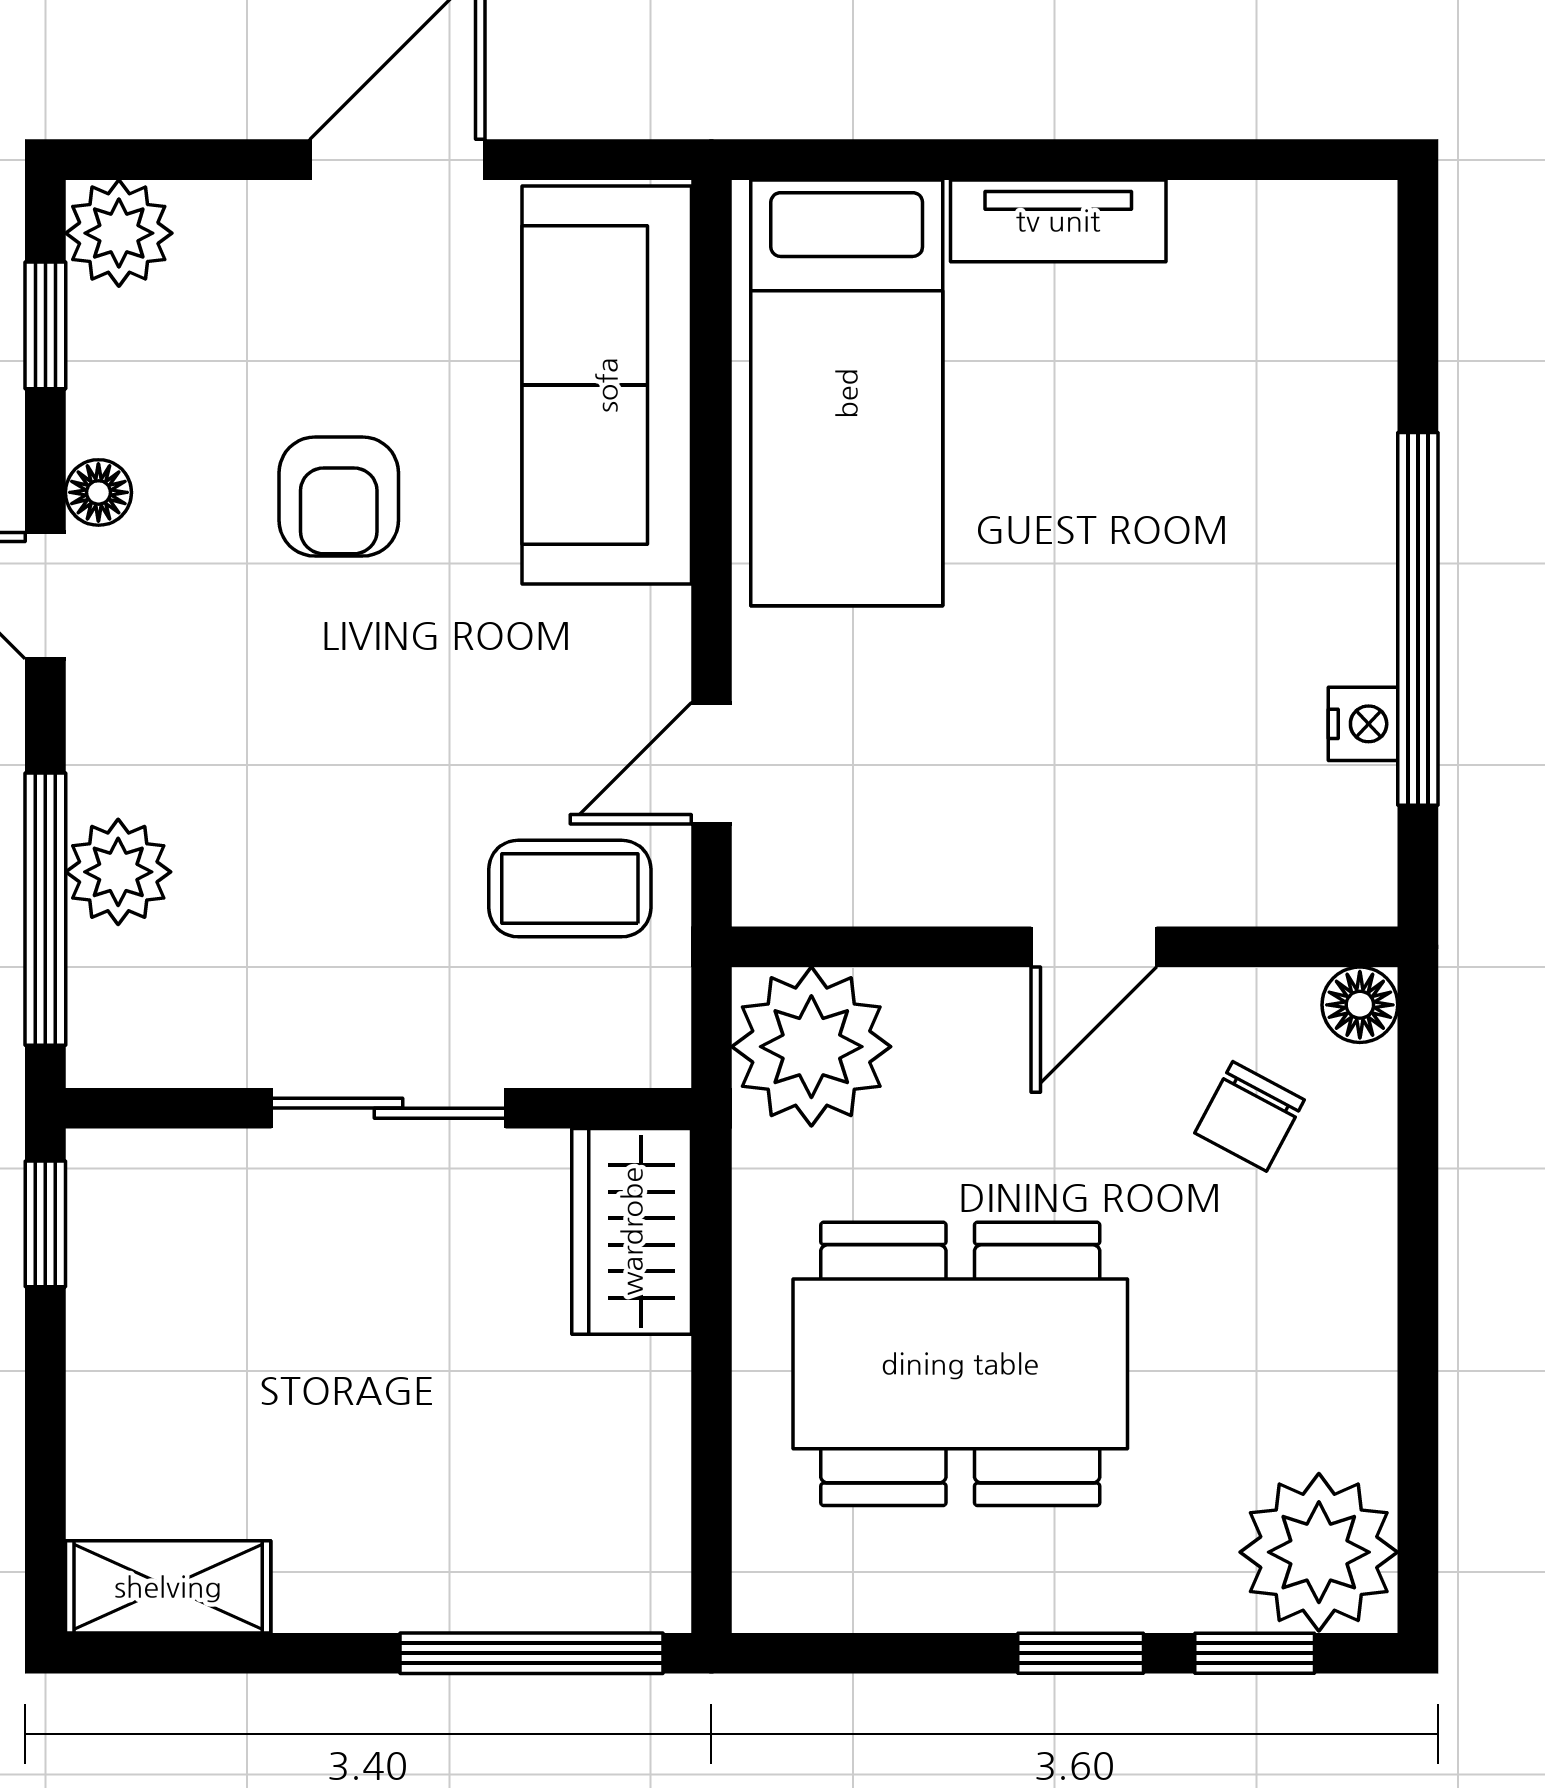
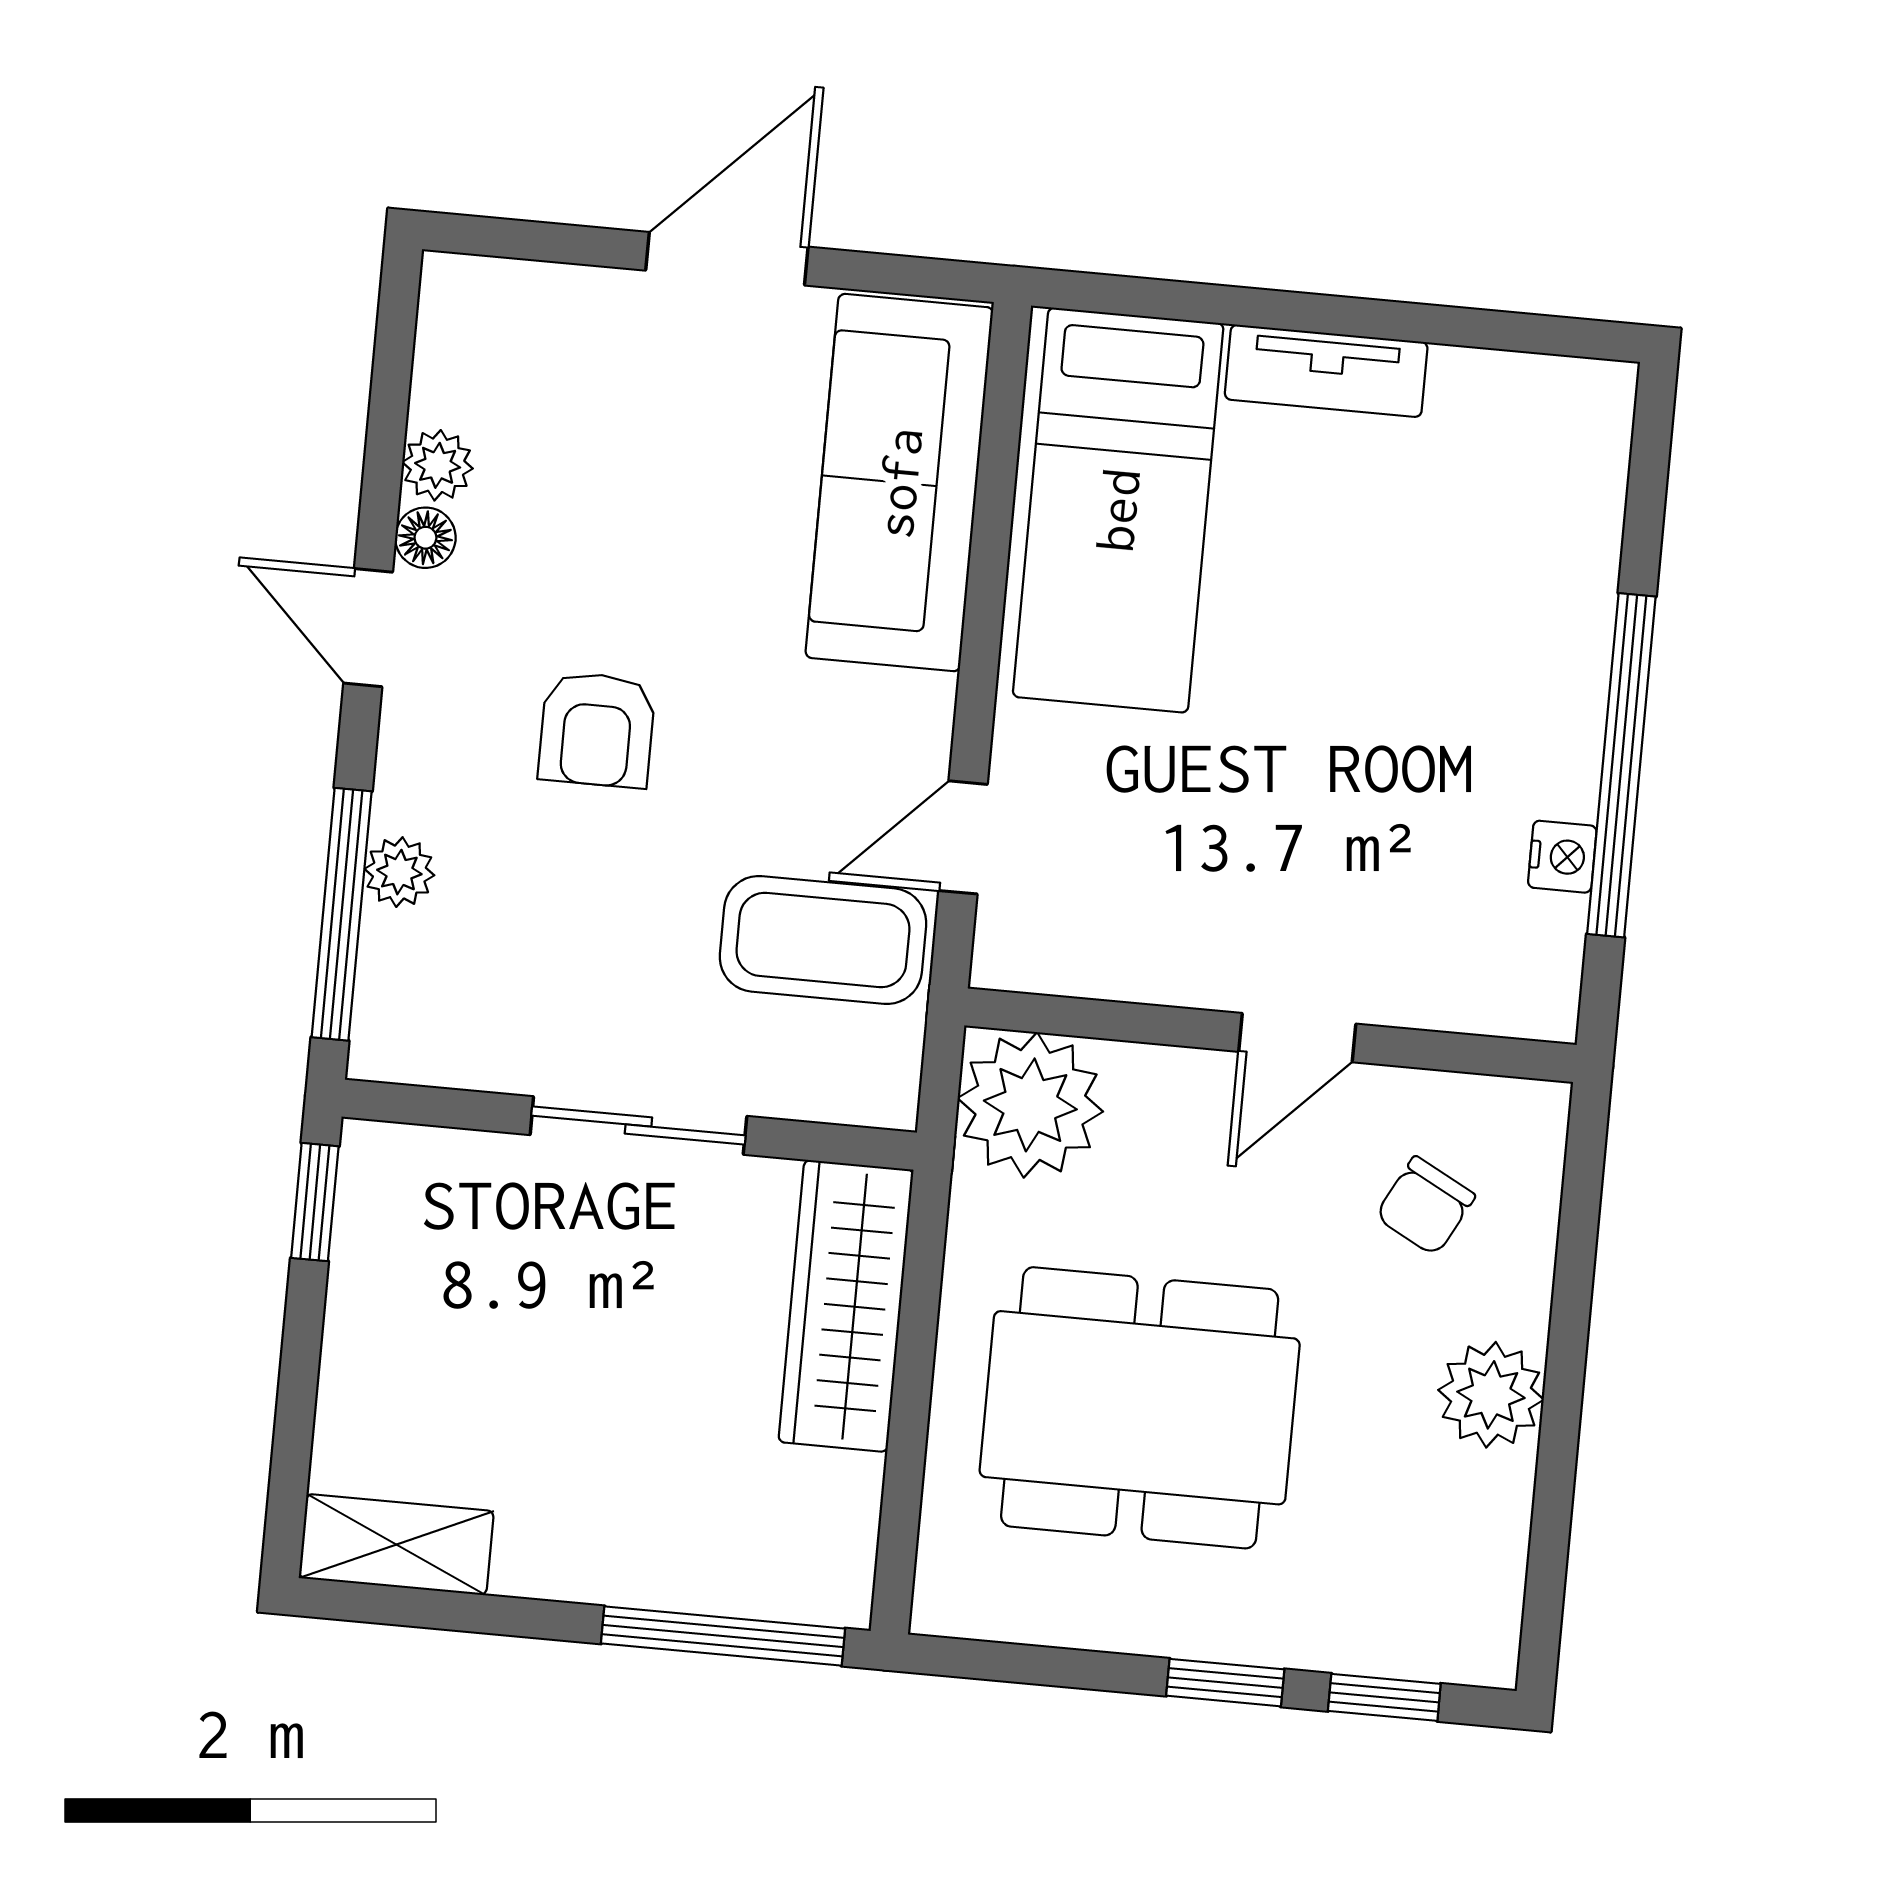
plant: (119, 233) -> (438, 465), moved, width x0.73, depth x0.73
window: (45, 325) -> (391, 380), removed
armchair: (339, 497) -> (597, 730), moved
plant: (118, 872) -> (399, 872), width x0.73, depth x0.73
coffee table: (570, 889) -> (823, 940), width x1.36, depth x1.30
floor lamp: (1360, 1005) -> (1536, 1113), removed
wardrobe: (632, 1231) -> (846, 1306), width x1.50
plant: (1319, 1552) -> (1491, 1395), moved, width x0.73, depth x0.73

